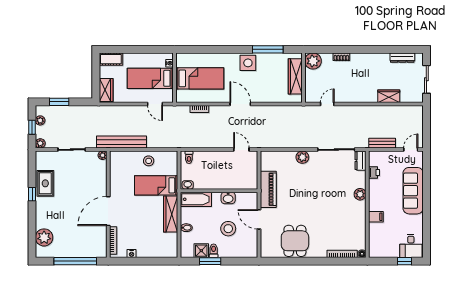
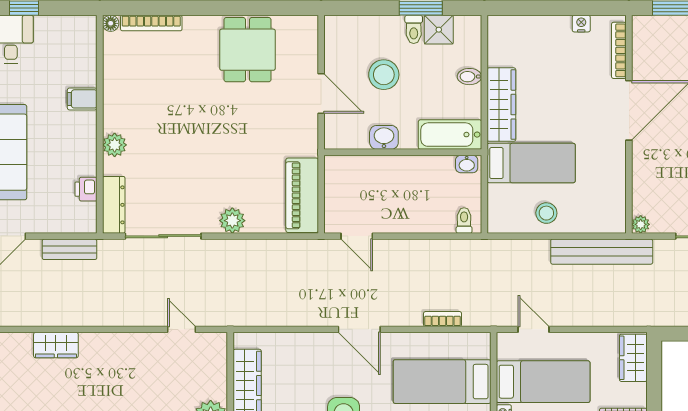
door: (327, 104) -> (181, 329), swing flipped
dresser: (360, 161) -> (114, 205), width x1.44
piano: (268, 189) -> (302, 195), moved

